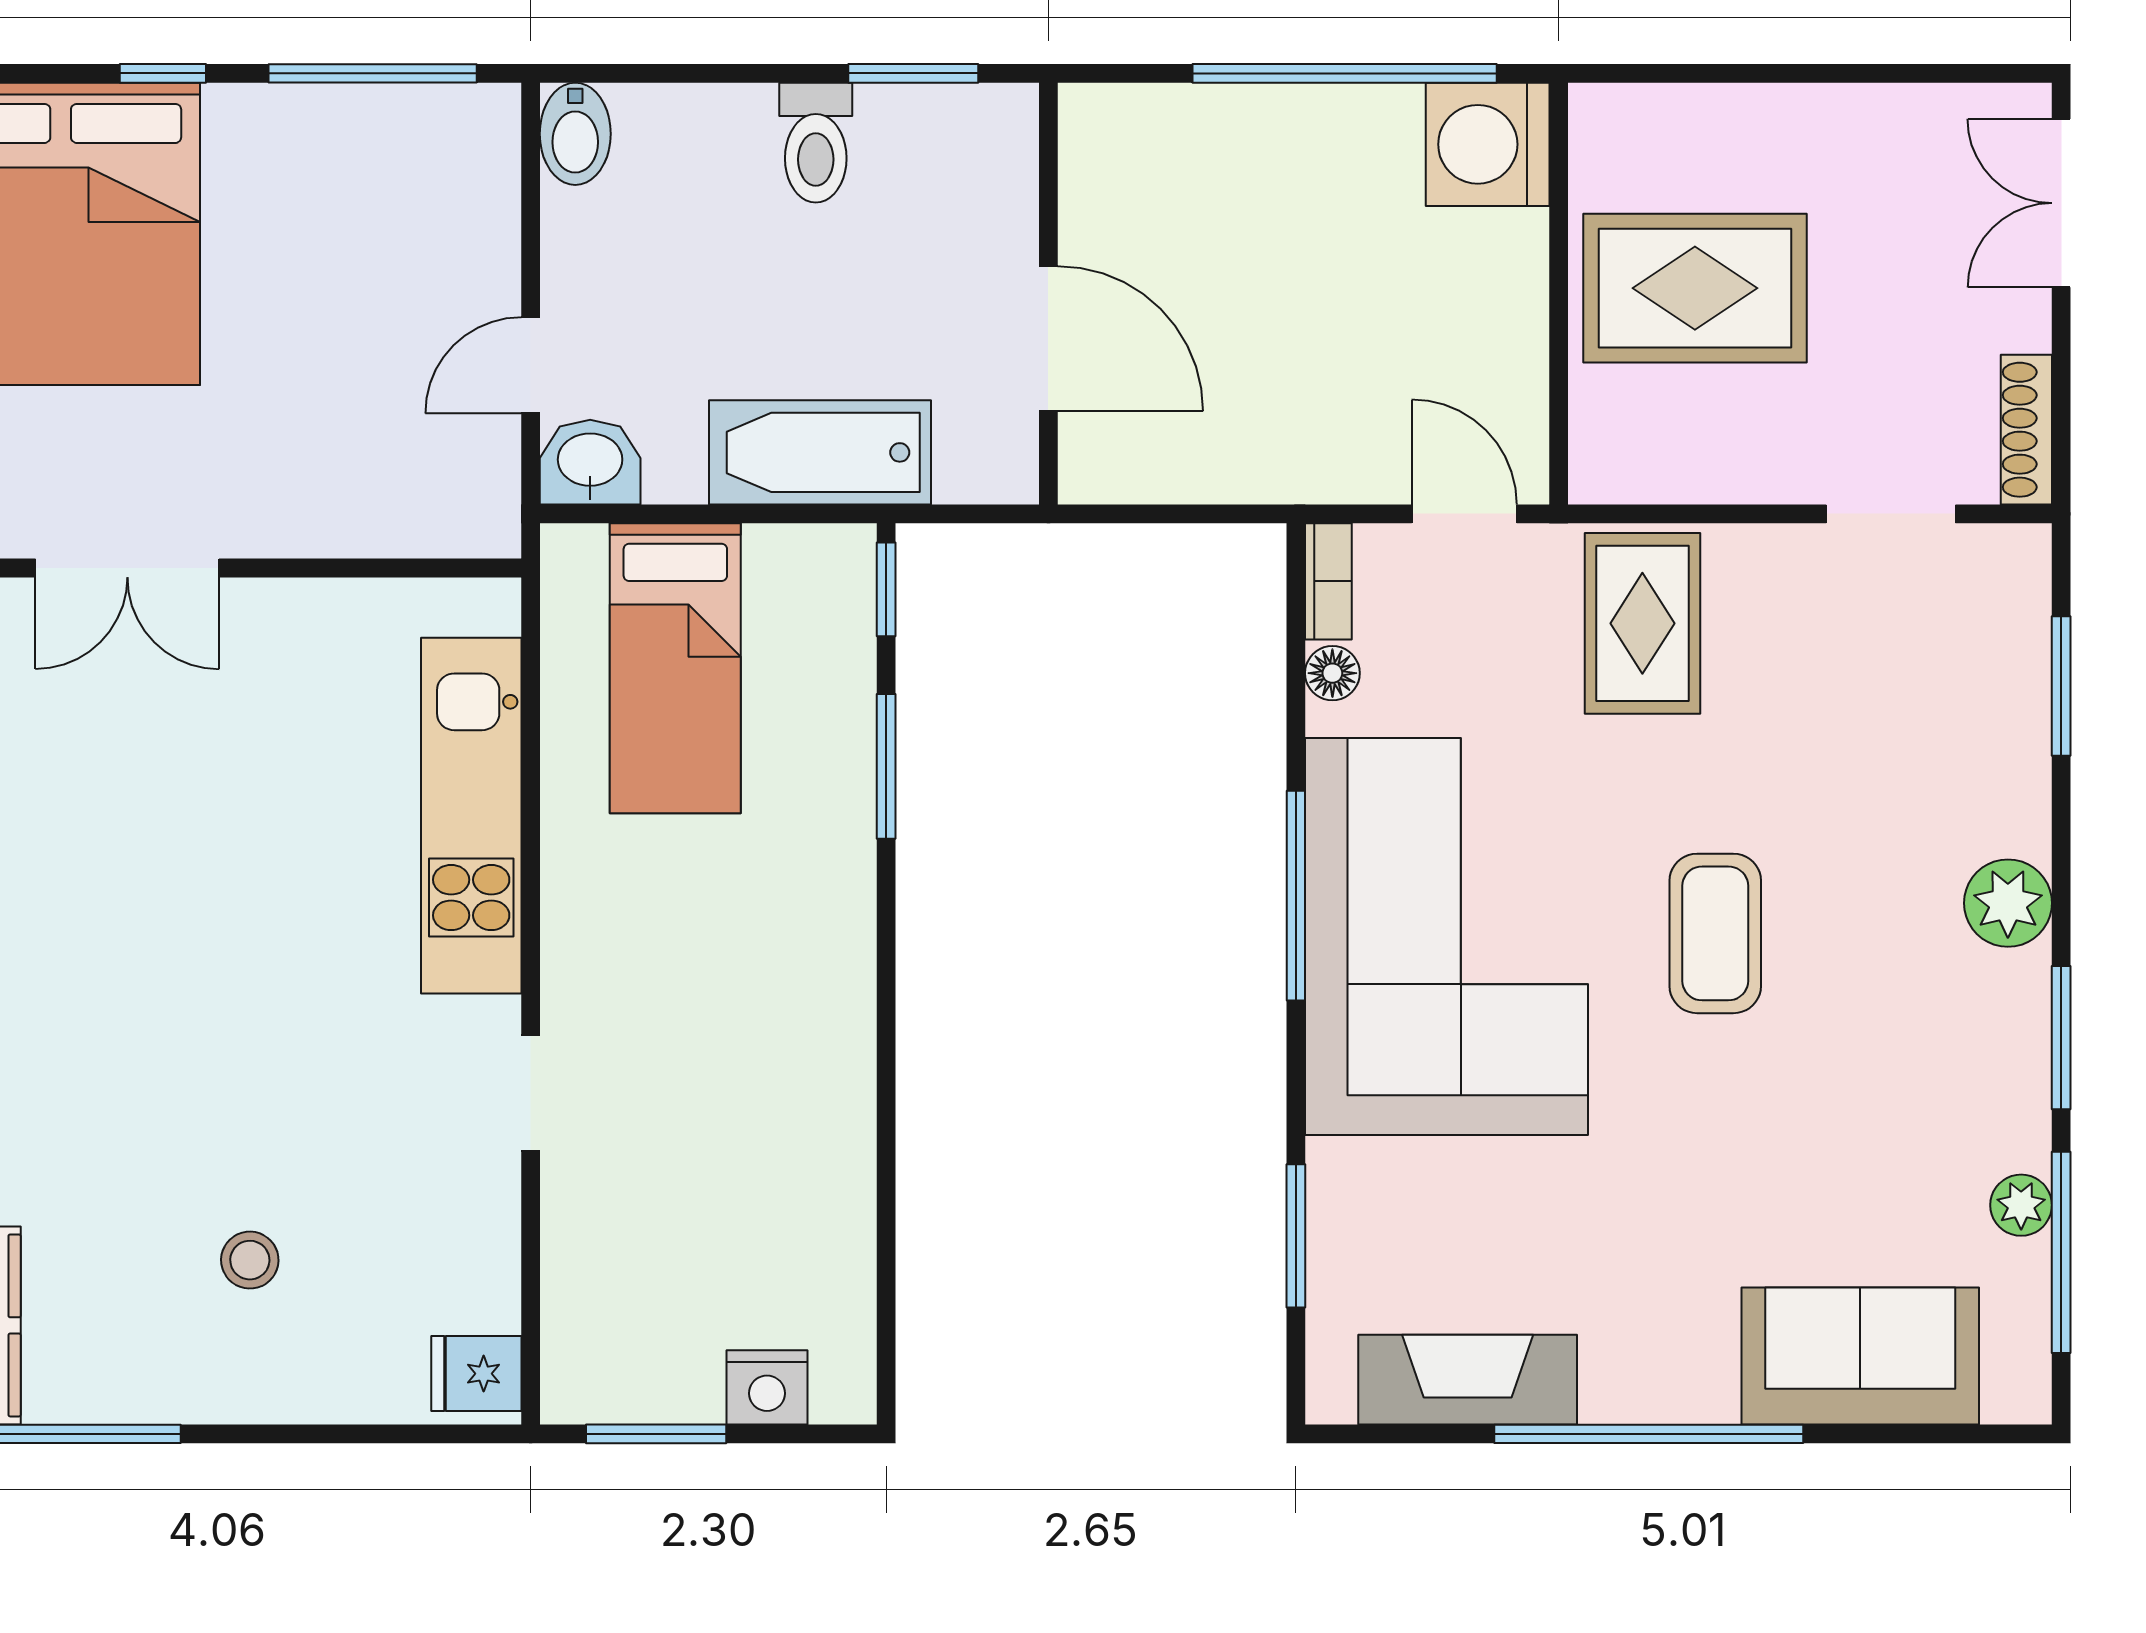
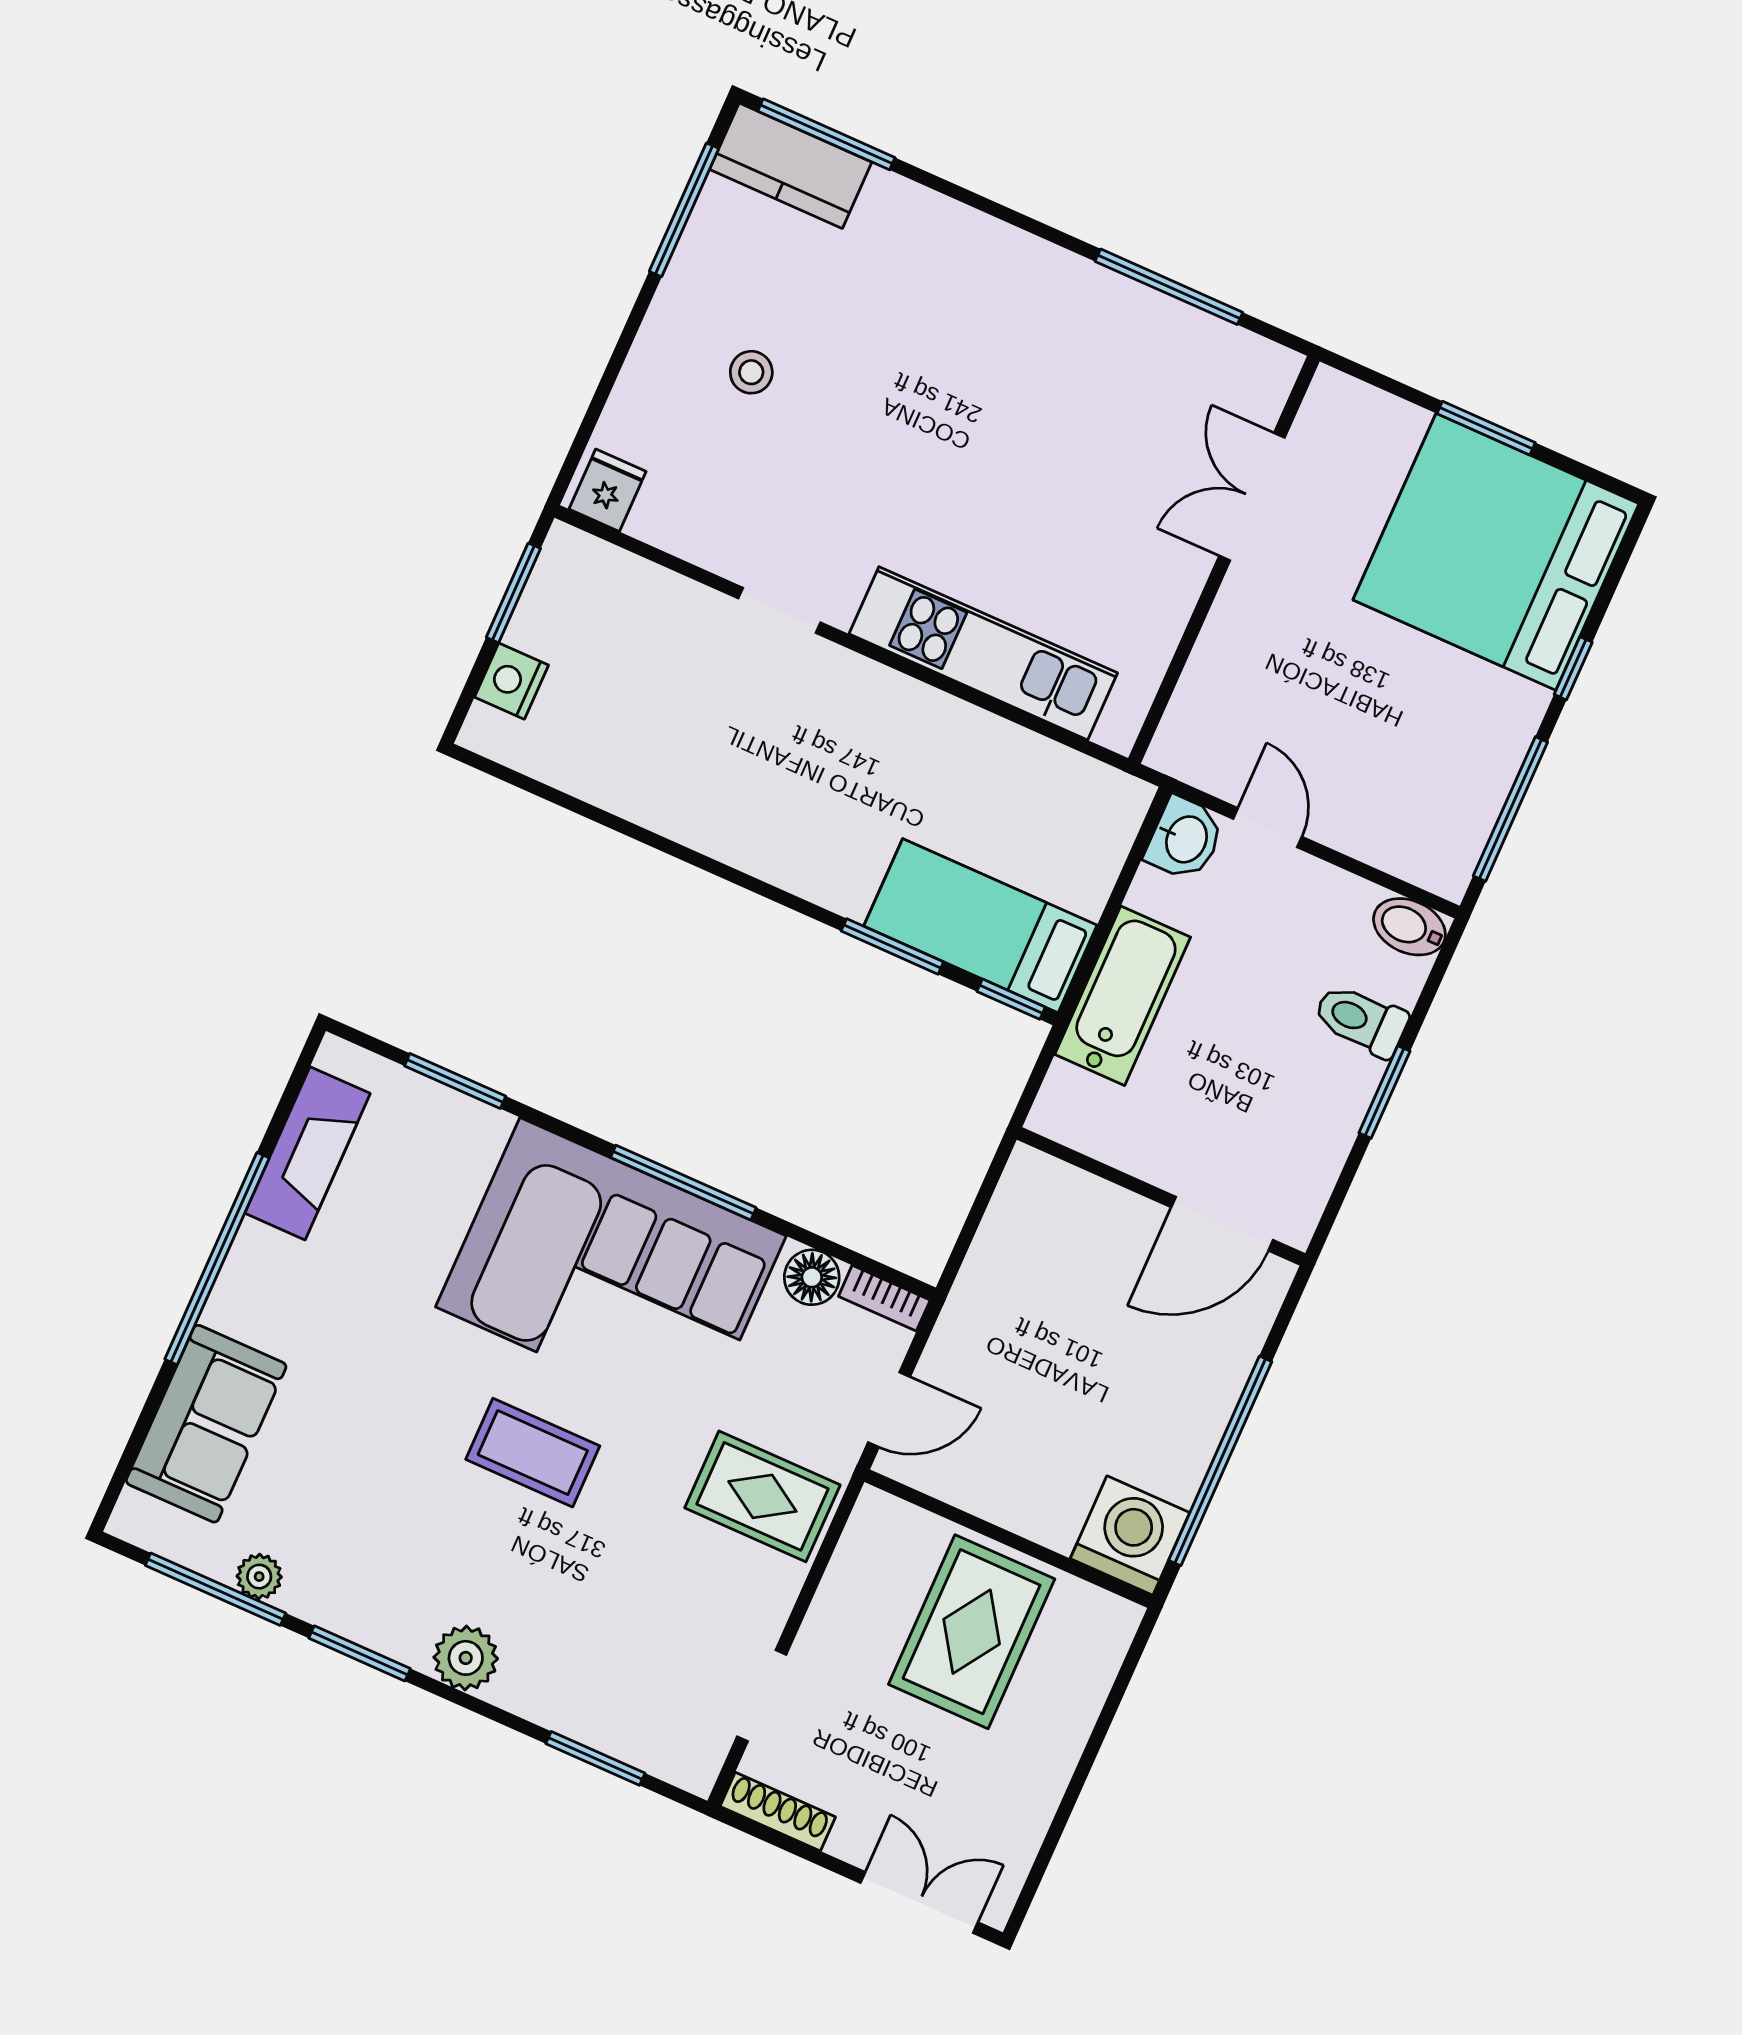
window: (913, 73) -> (1384, 1092), moved
toilet: (816, 143) -> (1361, 1020), moved
door: (1048, 339) -> (1222, 1224), moved
bed: (675, 668) -> (980, 926), moved
floor lamp: (1332, 673) -> (812, 1277), width x1.37, depth x1.37

